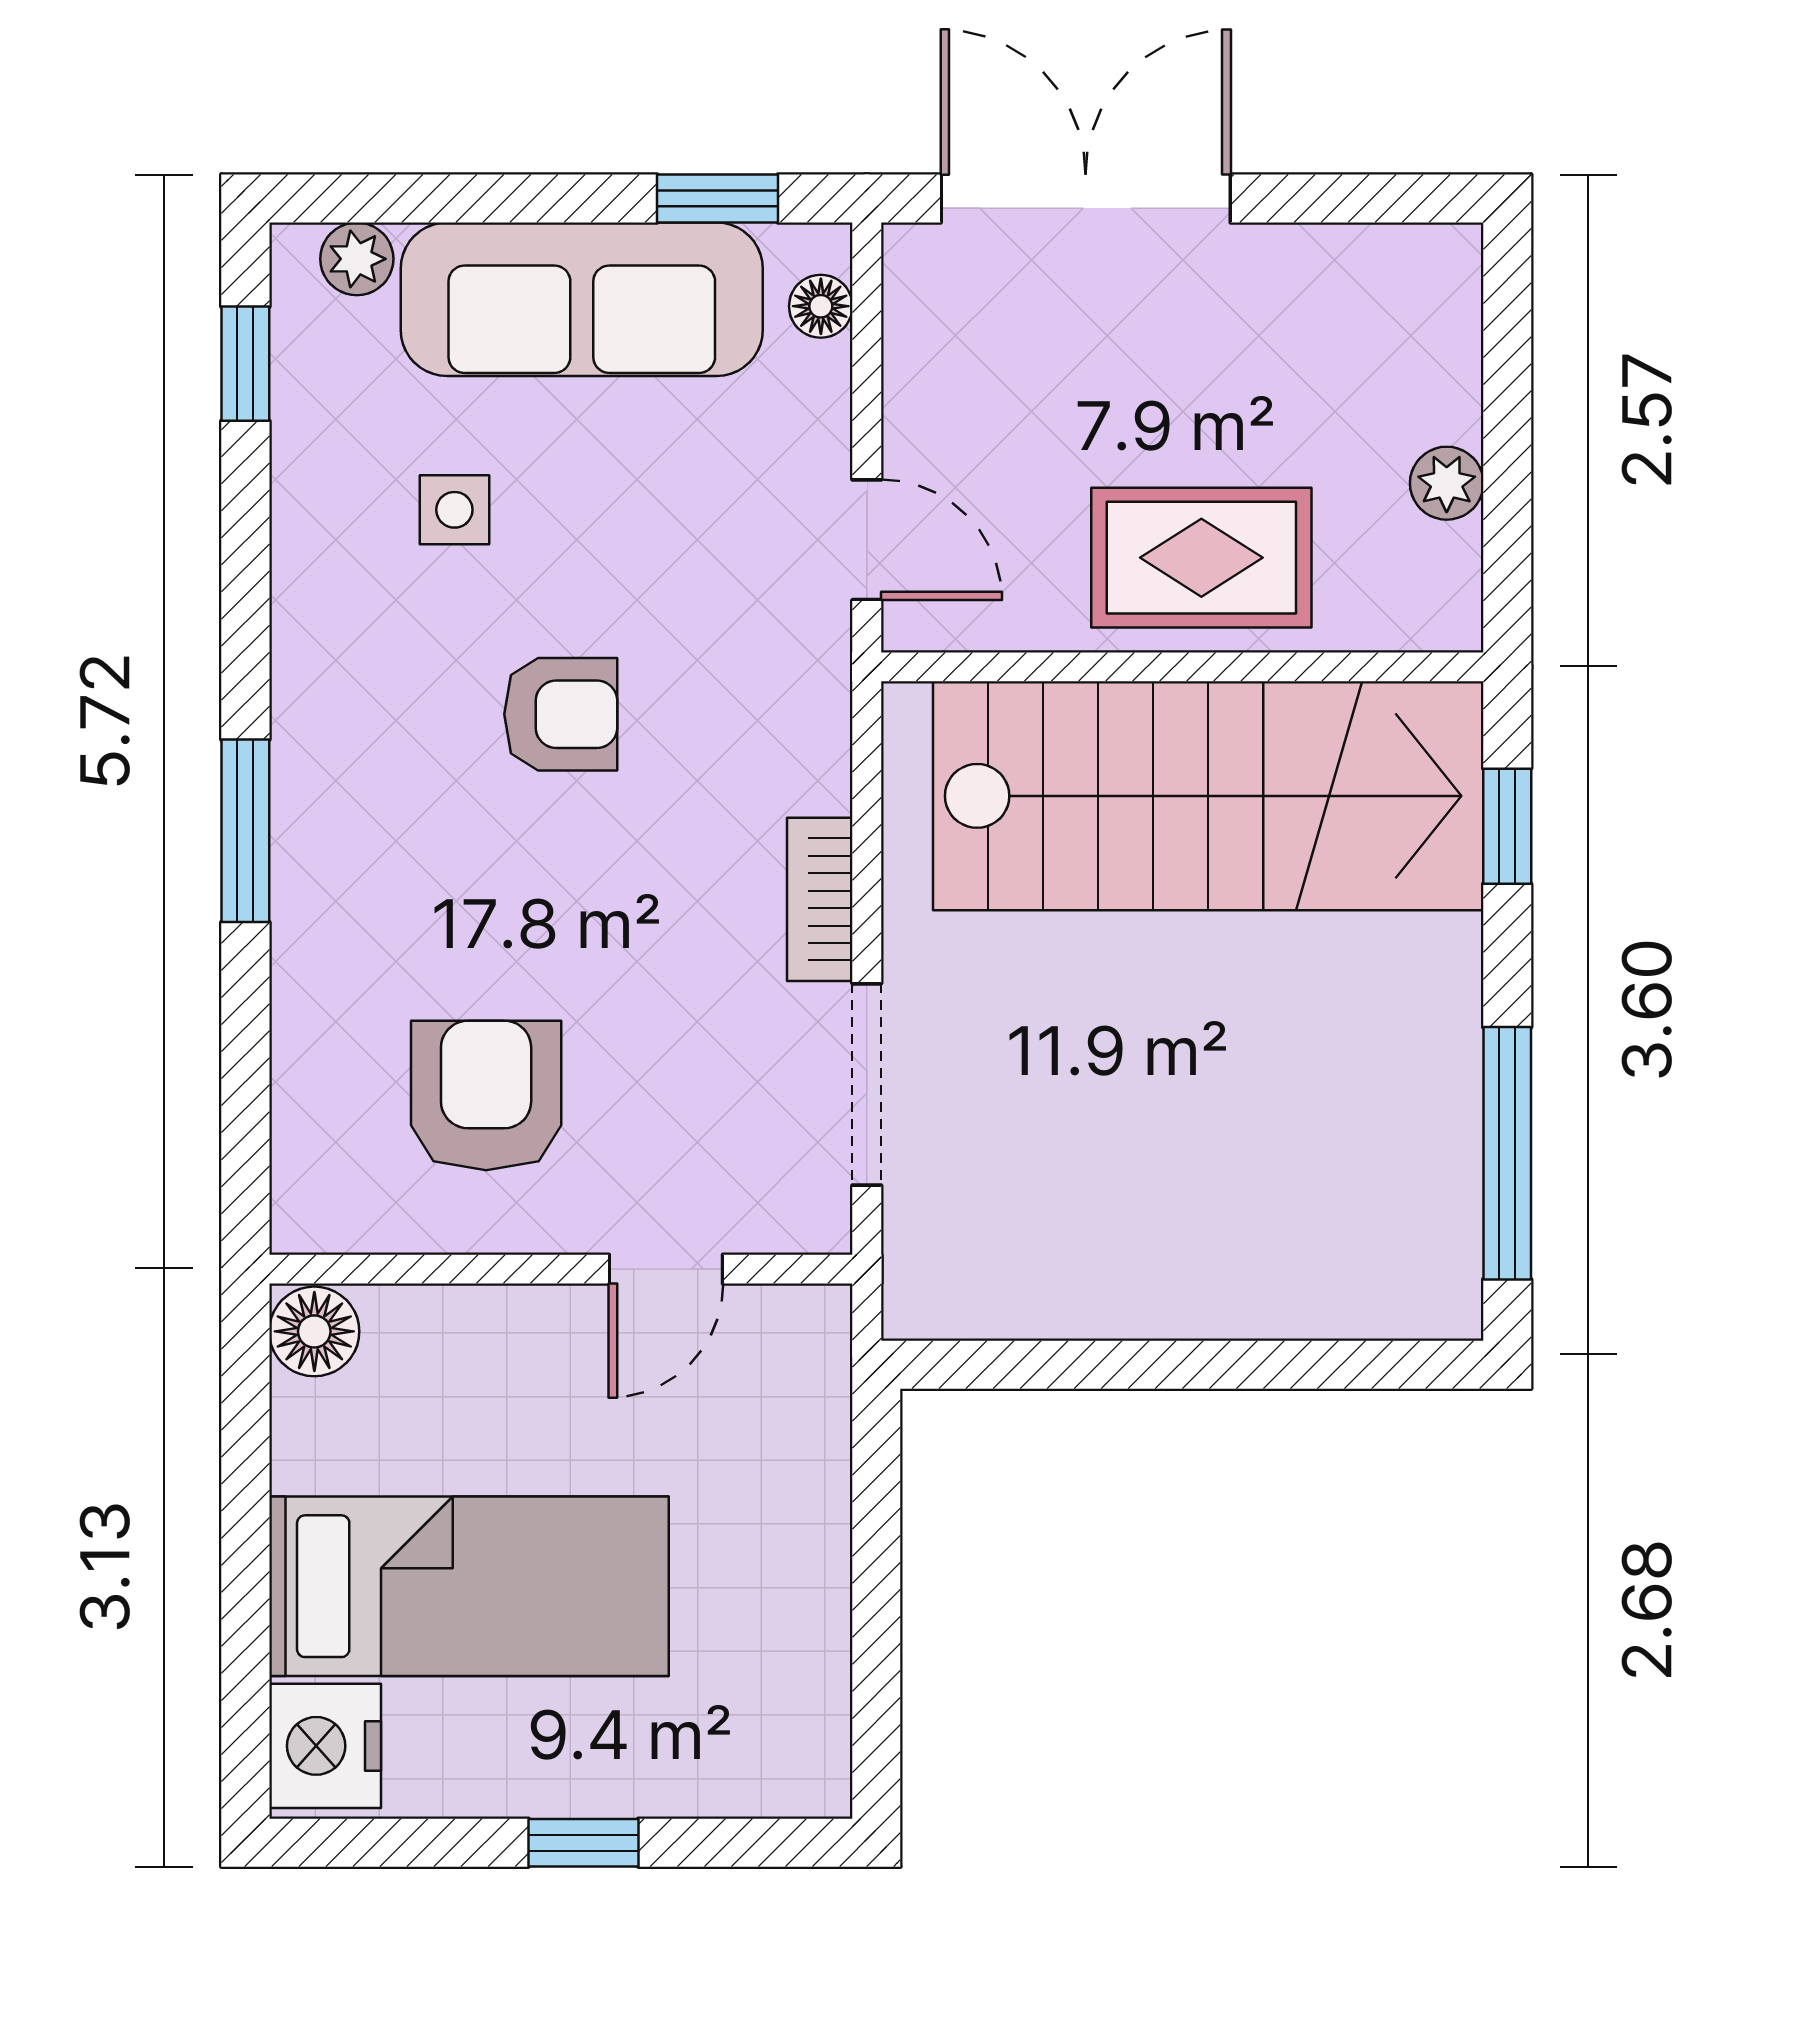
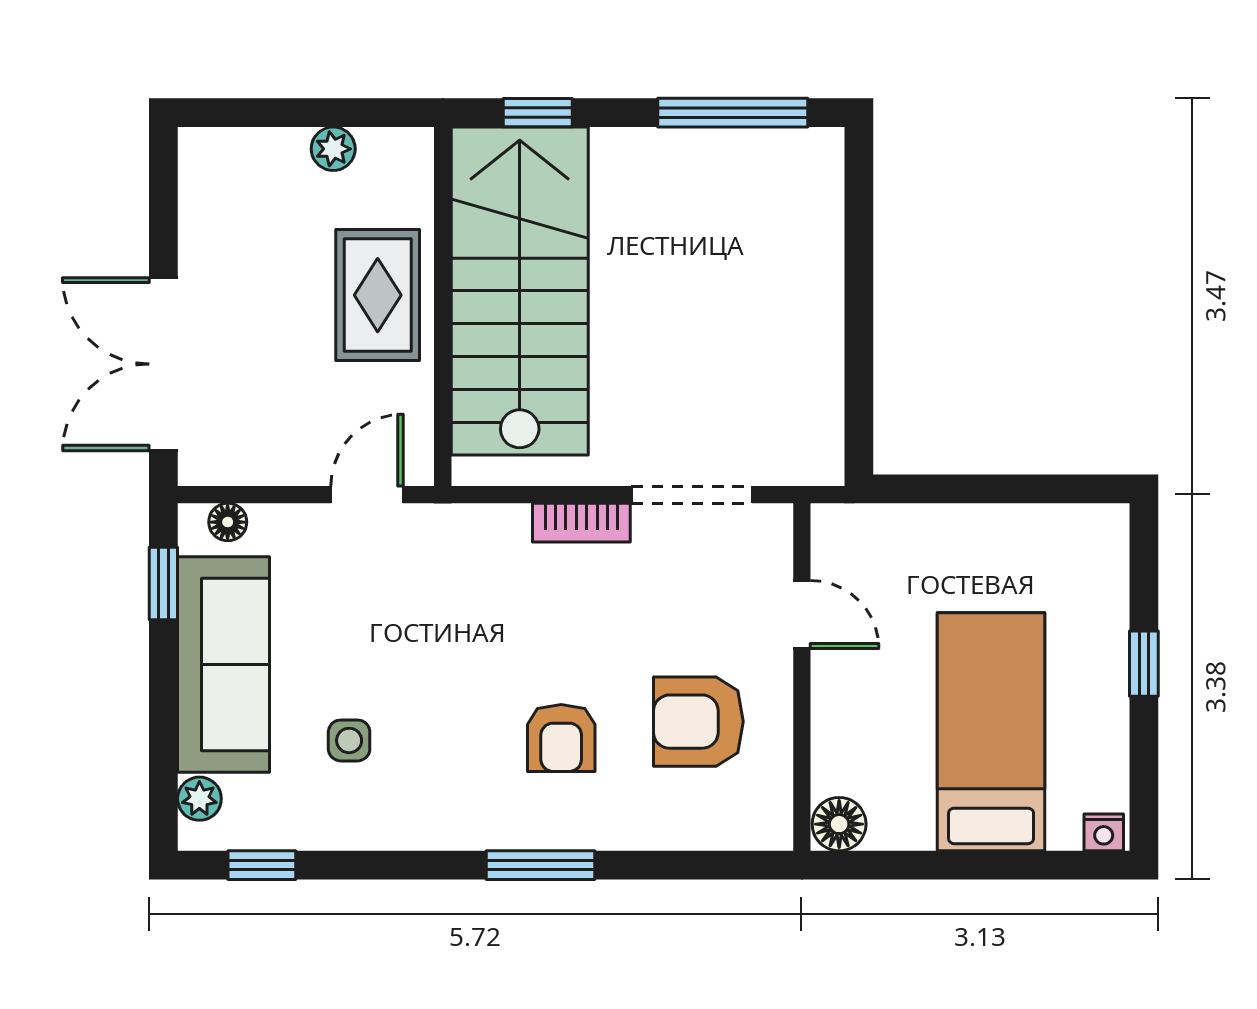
armchair: (561, 714) -> (561, 738), moved, turned 180
nightstand: (325, 1746) -> (1104, 832), width x0.53, depth x0.56

